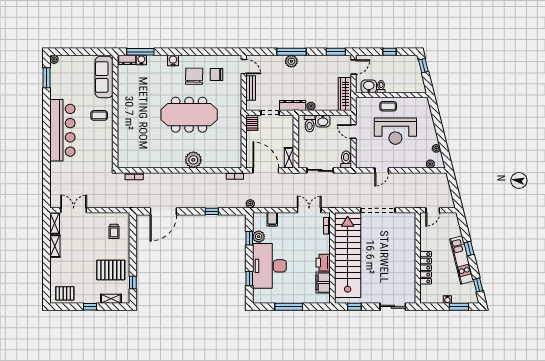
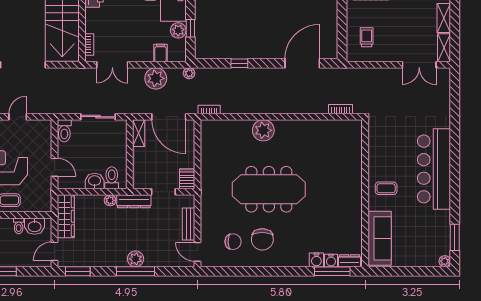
water cooler: (173, 60) -> (316, 260), moved
plant: (276, 200) -> (156, 78), added

